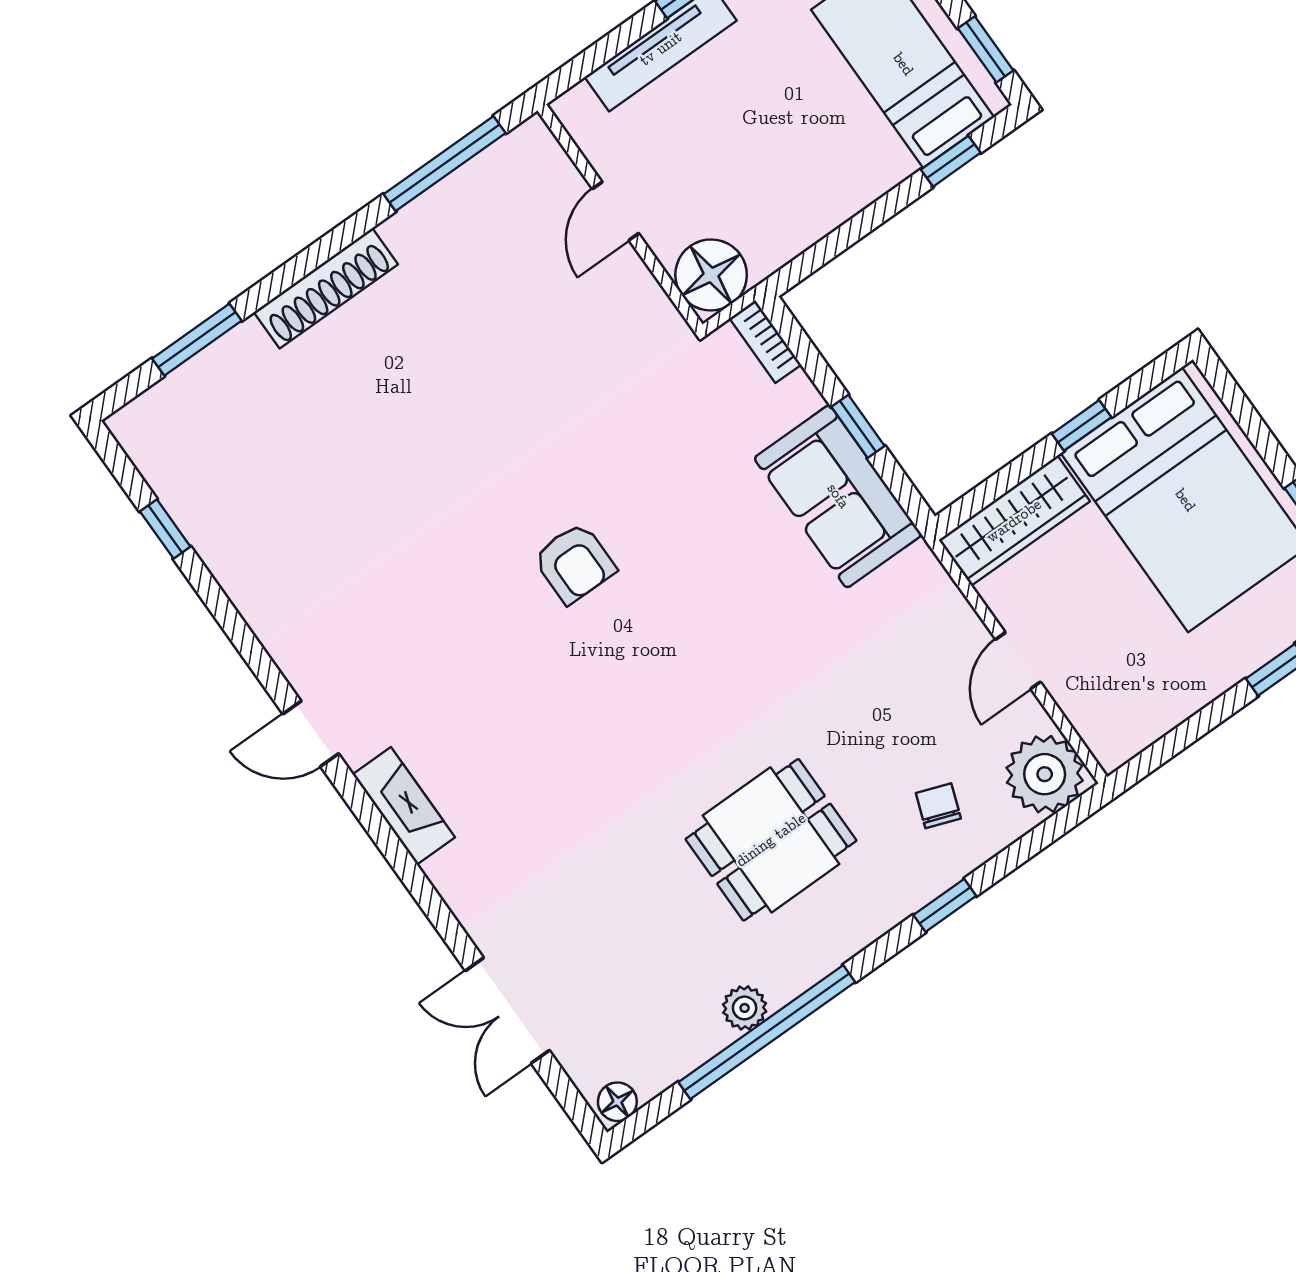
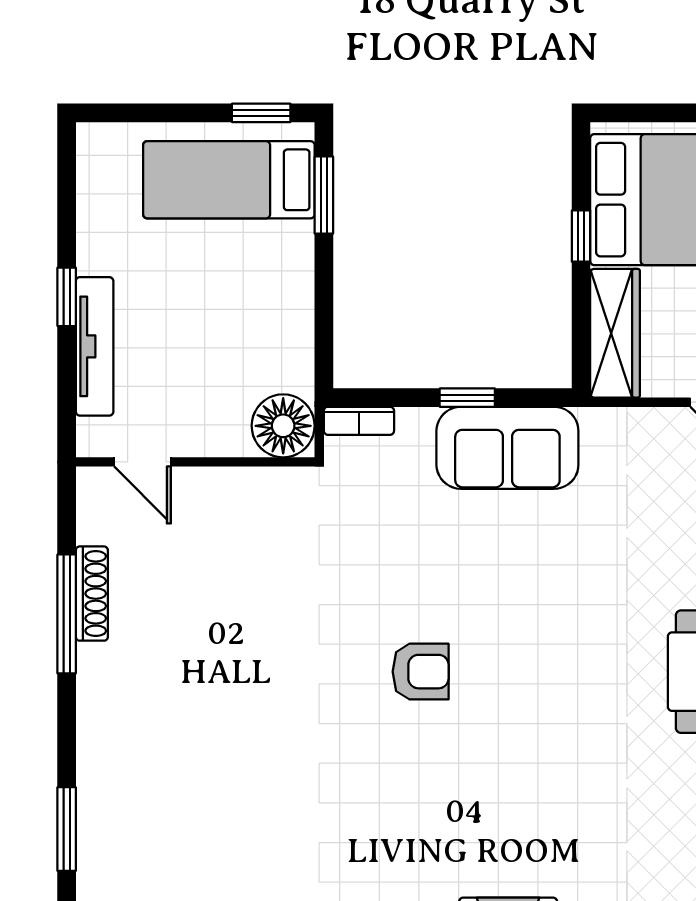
window: (951, 161) -> (324, 195), width x1.50
window: (445, 164) -> (67, 614), moved
door: (616, 211) -> (142, 462), moved
shoe rack: (326, 288) -> (92, 594), moved, width x0.74, depth x0.81

